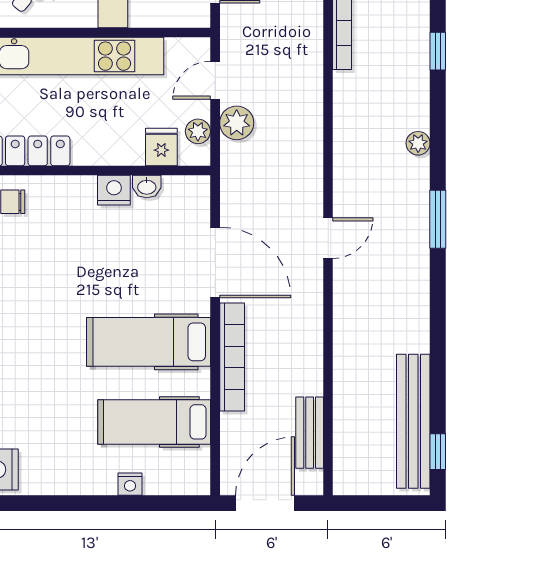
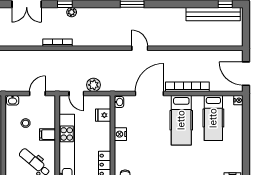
plant: (198, 131) -> (97, 100), removed
plant: (418, 143) -> (72, 12), moved
washbasin: (147, 187) -> (119, 102), moved
bench: (310, 433) -> (218, 56), removed
nightstand: (130, 484) -> (238, 100), moved

